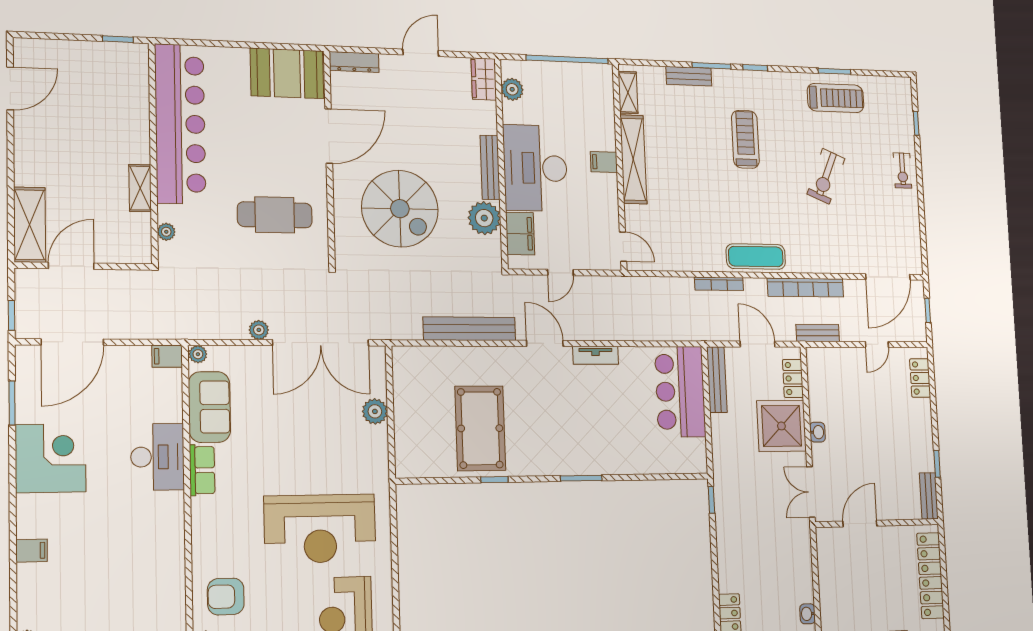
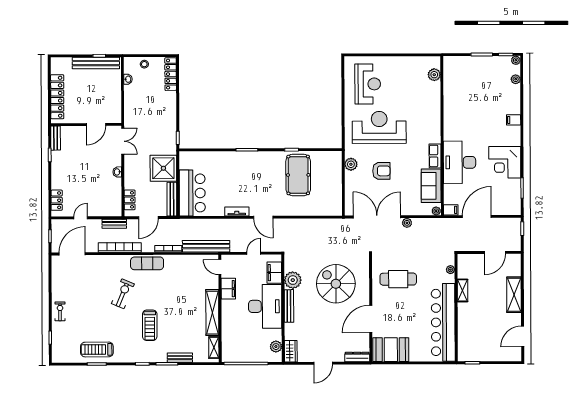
filing cabinet: (604, 162) -> (228, 289), moved, width x2.00
exercise bike: (826, 176) -> (123, 294), moved
shelving: (30, 225) -> (514, 295), moved
bench: (469, 329) -> (206, 246), moved
door: (72, 342) -> (477, 216), moved
door: (758, 344) -> (148, 218), hinge flipped
plant: (375, 411) -> (351, 164), moved
shower: (781, 426) -> (163, 168), moved
desk: (157, 457) -> (460, 162), width x1.36, depth x1.30
armchair: (226, 597) -> (381, 171), moved

